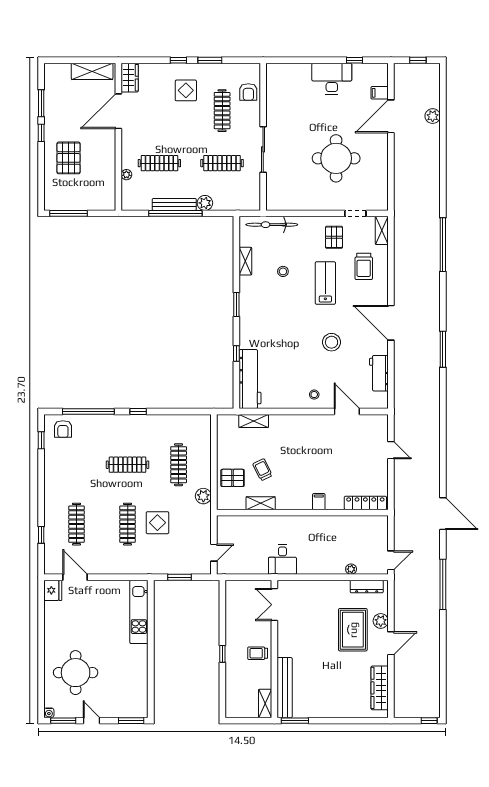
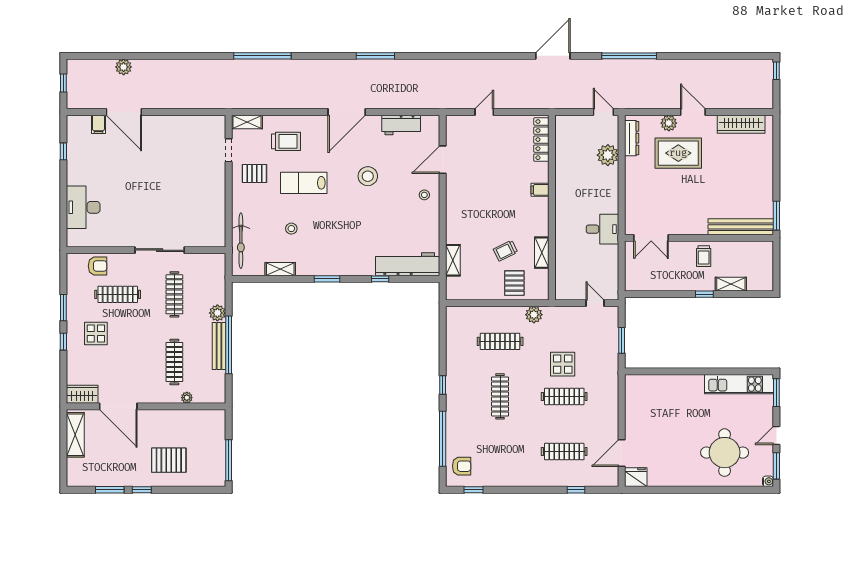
desk: (332, 79) -> (83, 207), moved
round table: (336, 158) -> (169, 171), removed
plant: (351, 569) -> (608, 155), width x1.87, depth x1.87
kitchen unit: (139, 612) -> (739, 384), moved
shelving: (265, 703) -> (731, 284), moved

